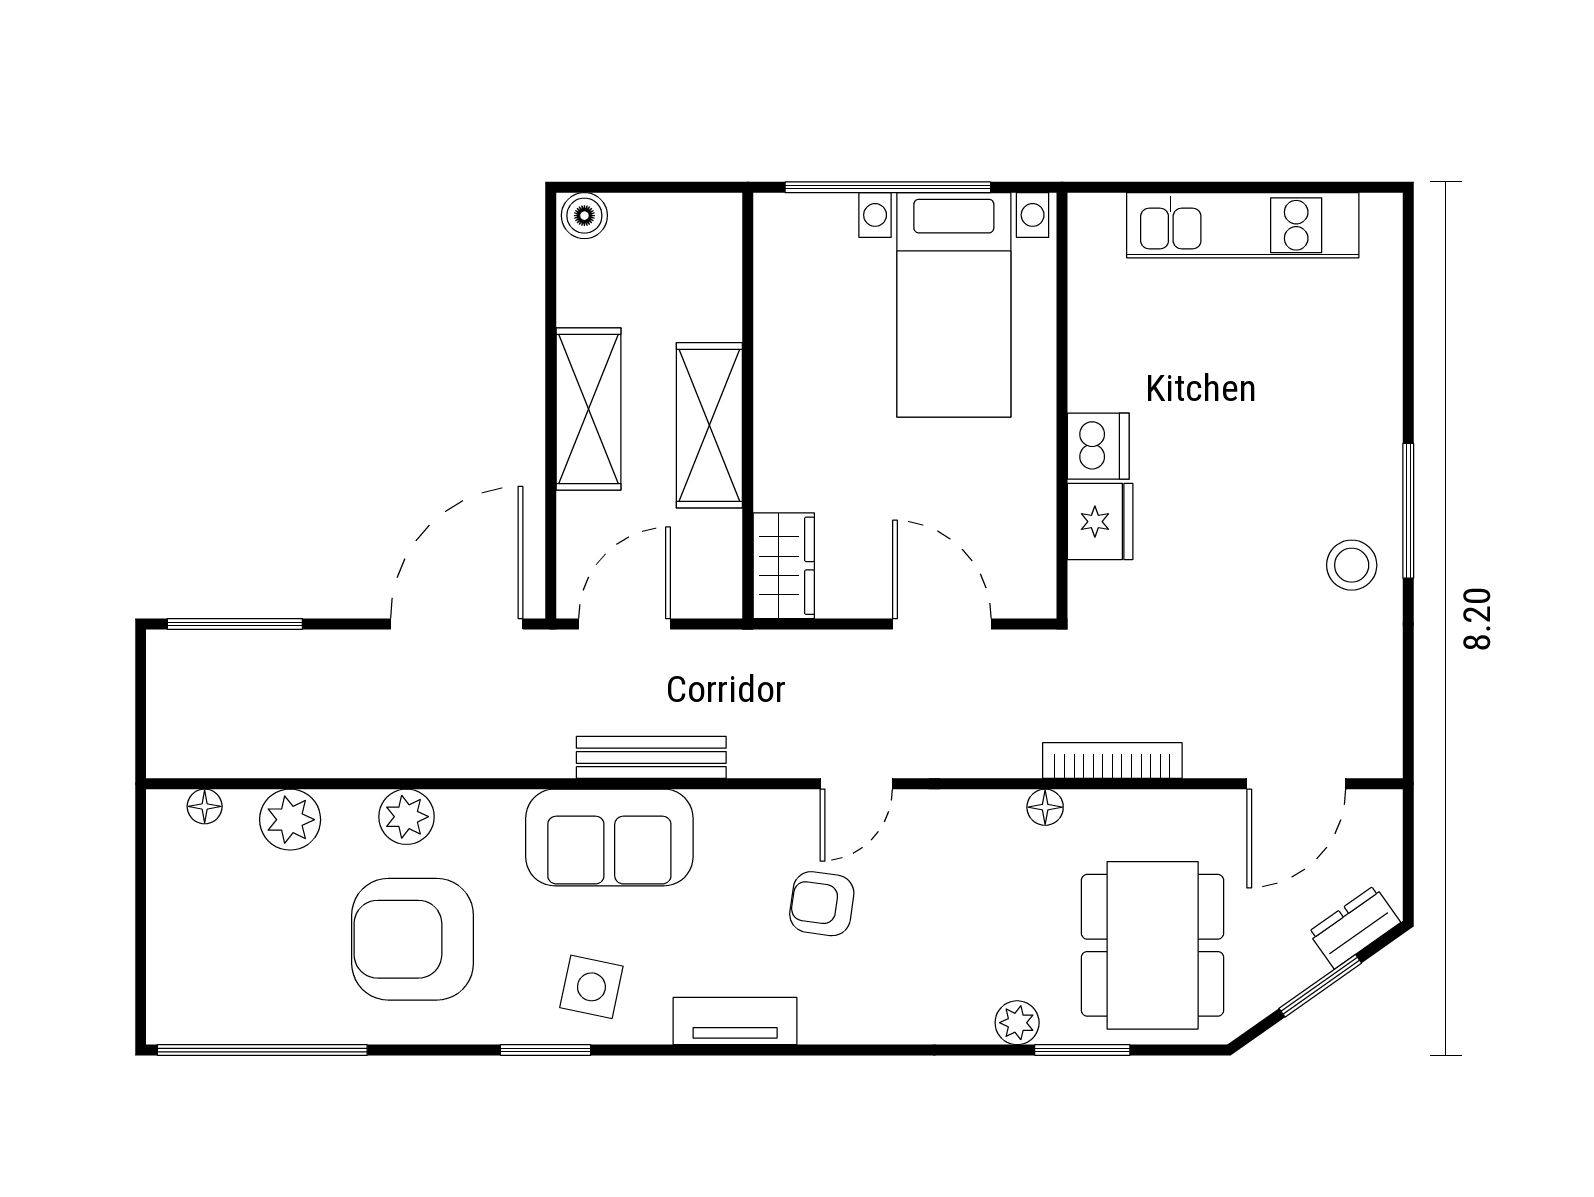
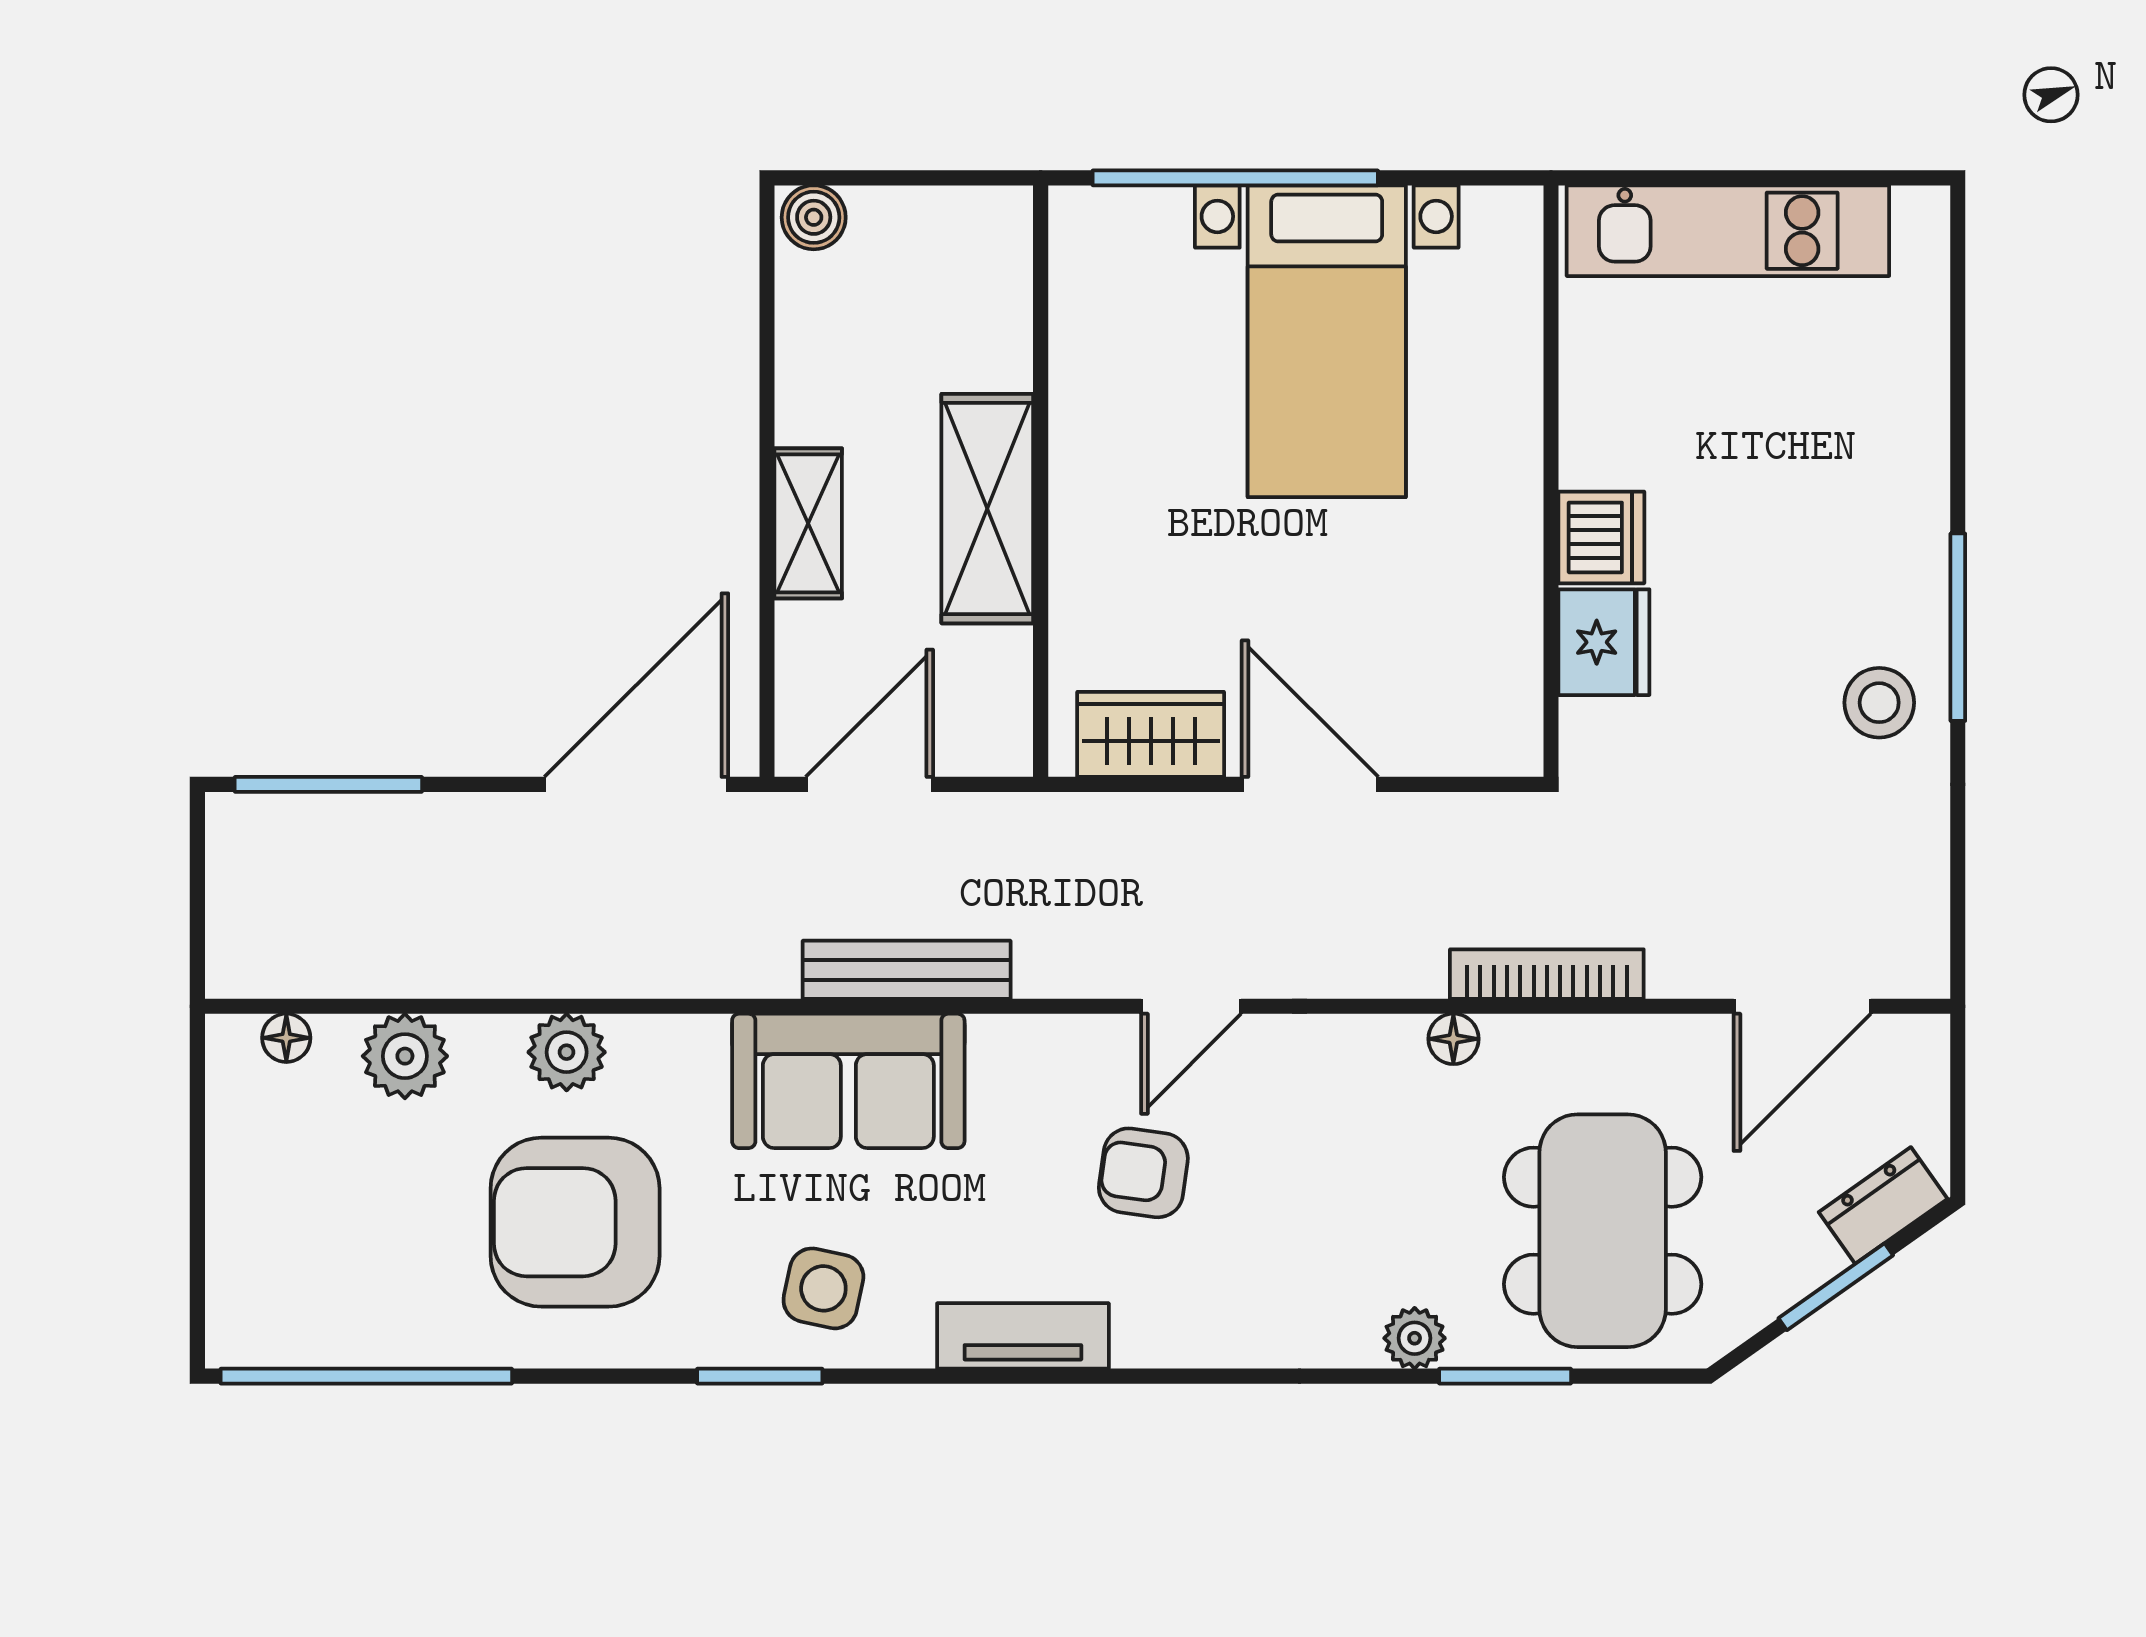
wall: (1062, 406) -> (1551, 481), moved
shelving: (589, 409) -> (808, 523), width x0.67, depth x0.75
dishwasher: (1098, 446) -> (1601, 537), moved
fridge: (1100, 522) -> (1604, 642), moved
wardrobe: (784, 566) -> (1151, 734), moved, turned -90

